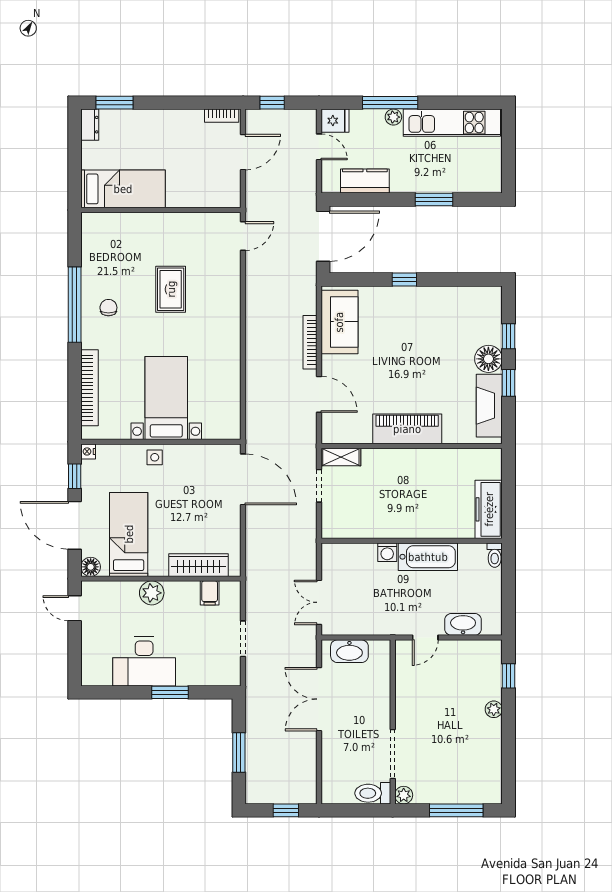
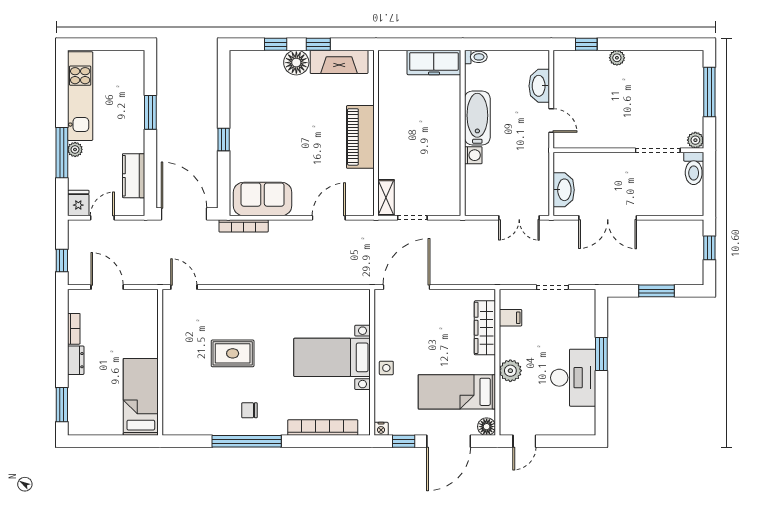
bookcase: (222, 116) -> (74, 329), moved
dresser: (90, 125) -> (76, 360), moved, turned 90
bookcase: (310, 342) -> (244, 226), moved

